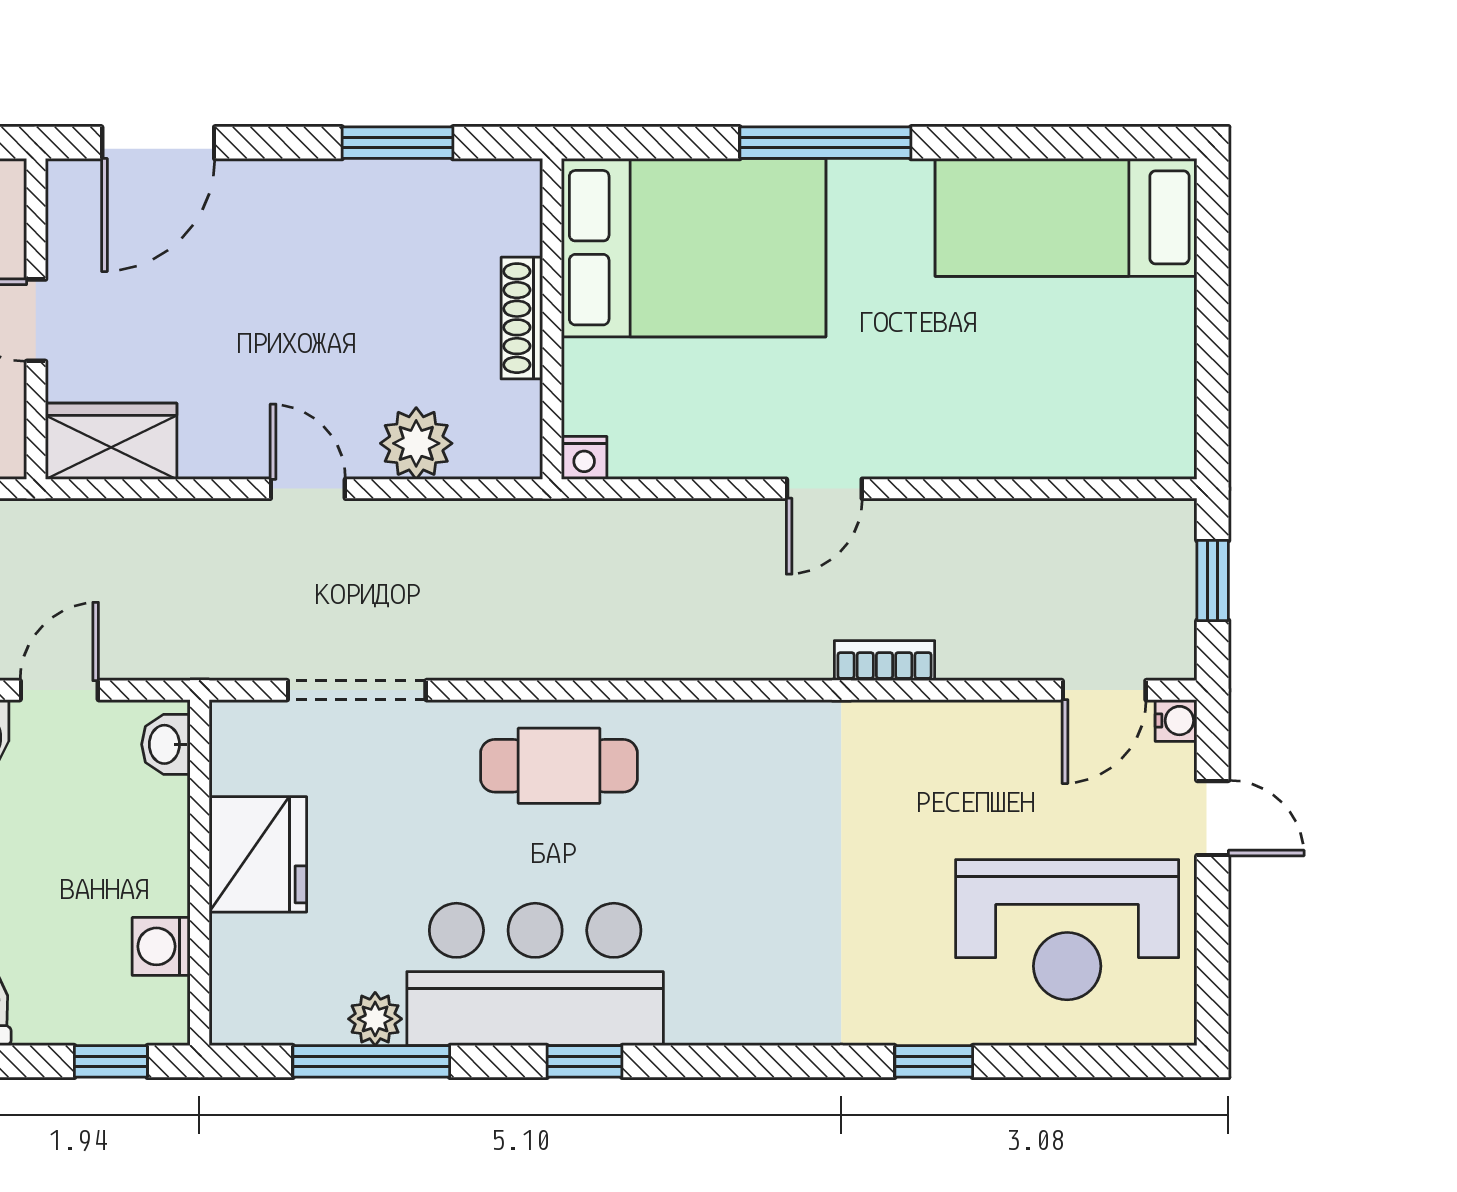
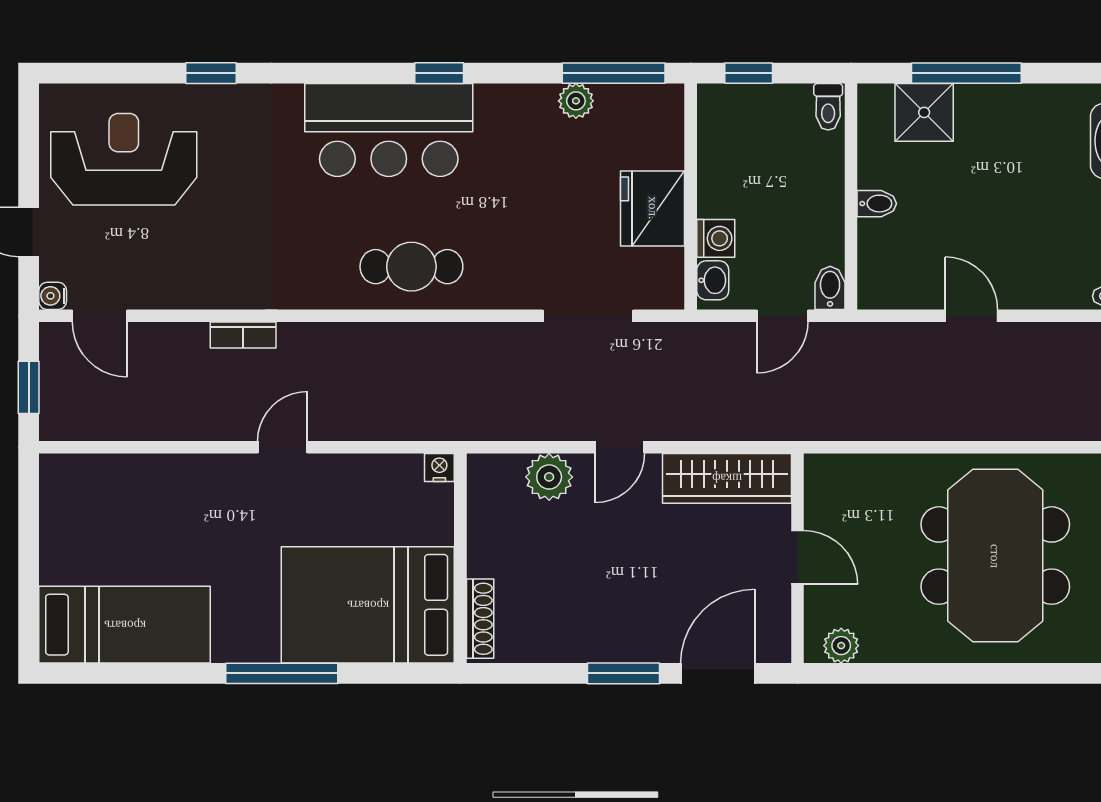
window: (397, 143) -> (623, 673), moved
shoe rack: (522, 318) -> (480, 619), moved
wardrobe: (111, 441) -> (727, 478), width x1.50
door: (308, 489) -> (620, 447), hinge flipped
door: (1104, 690) -> (100, 316), swing flipped
cafe table: (559, 766) -> (411, 267), moved
washing machine: (161, 946) -> (716, 238), moved
bar counter: (535, 974) -> (389, 130), moved
window: (371, 1061) -> (614, 73), moved

